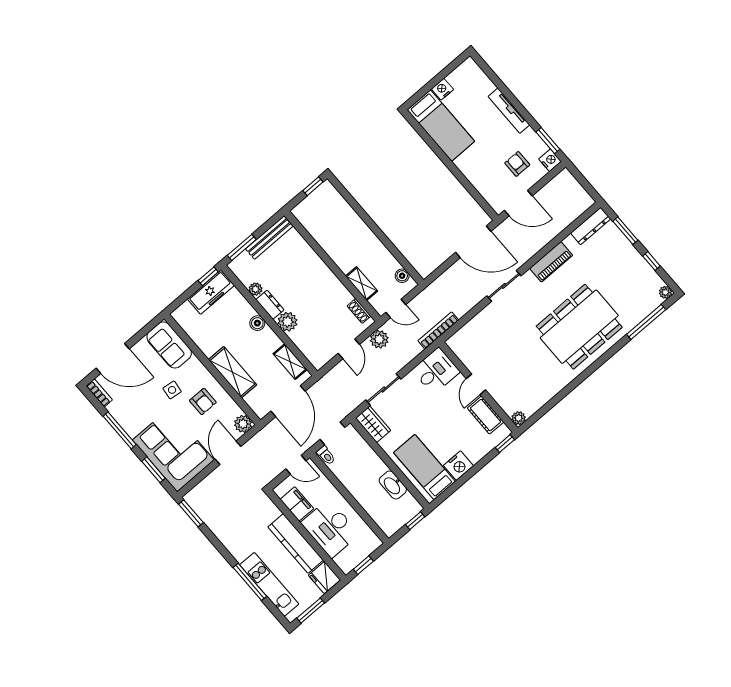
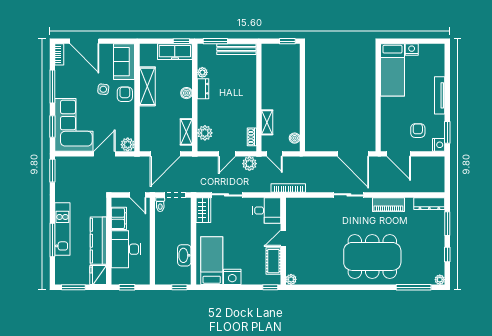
plant: (288, 322) -> (205, 133), moved
shelving: (233, 372) -> (147, 86), moved
armchair: (203, 402) -> (125, 94), moved, turned 180
kitchen unit: (269, 584) -> (62, 229), moved

